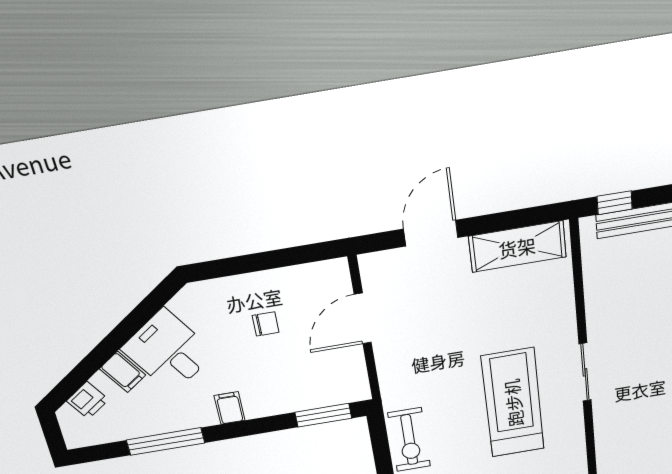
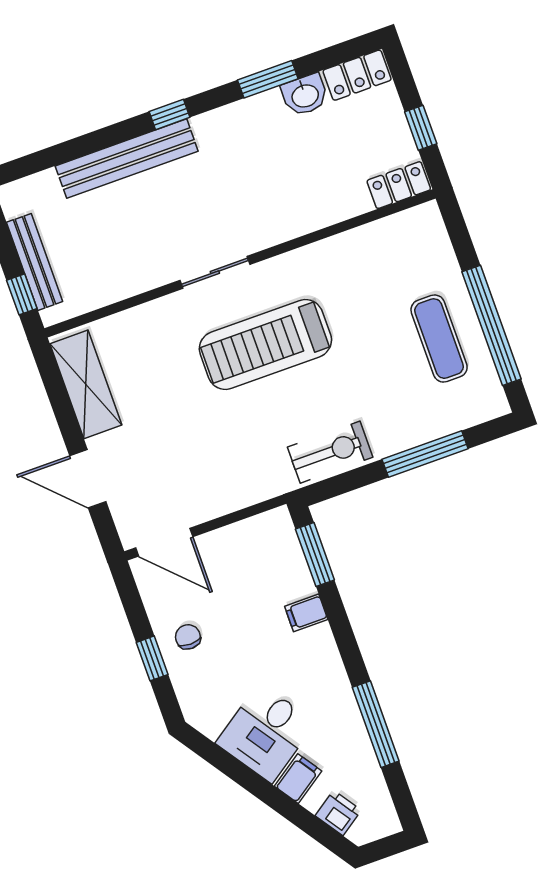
window: (251, 263) -> (152, 658), added
door: (363, 319) -> (164, 542), moved
chair: (266, 324) -> (188, 637), moved
filing cabinet: (230, 408) -> (306, 613), moved

